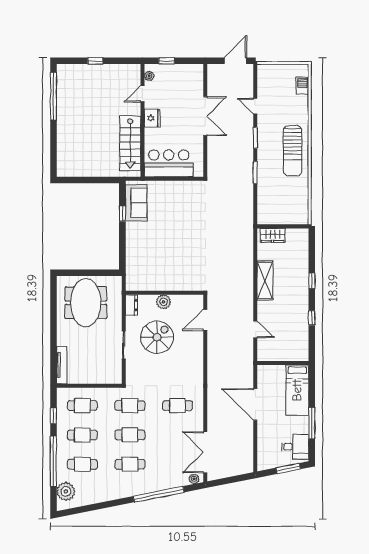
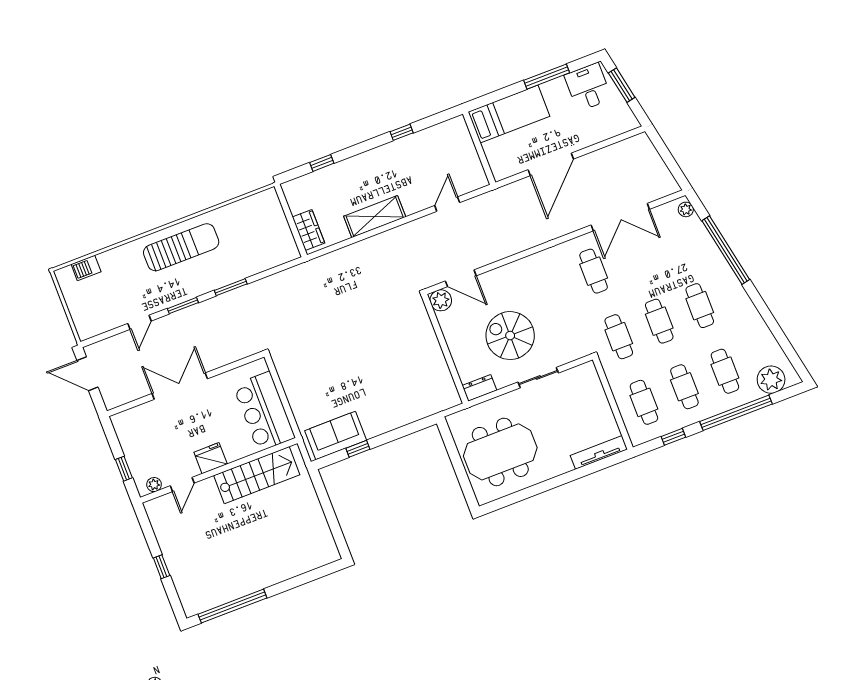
door: (142, 94) -> (182, 484), hinge flipped
window: (312, 281) -> (322, 163), moved
plant: (164, 302) -> (441, 300), moved
double door: (205, 452) -> (620, 217), moved

